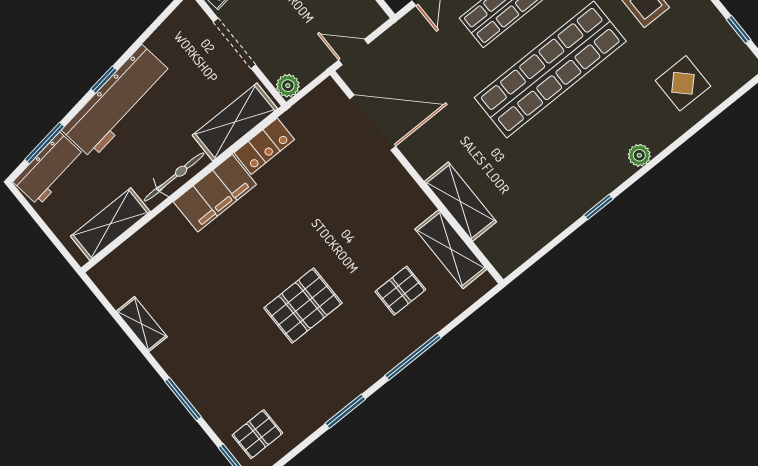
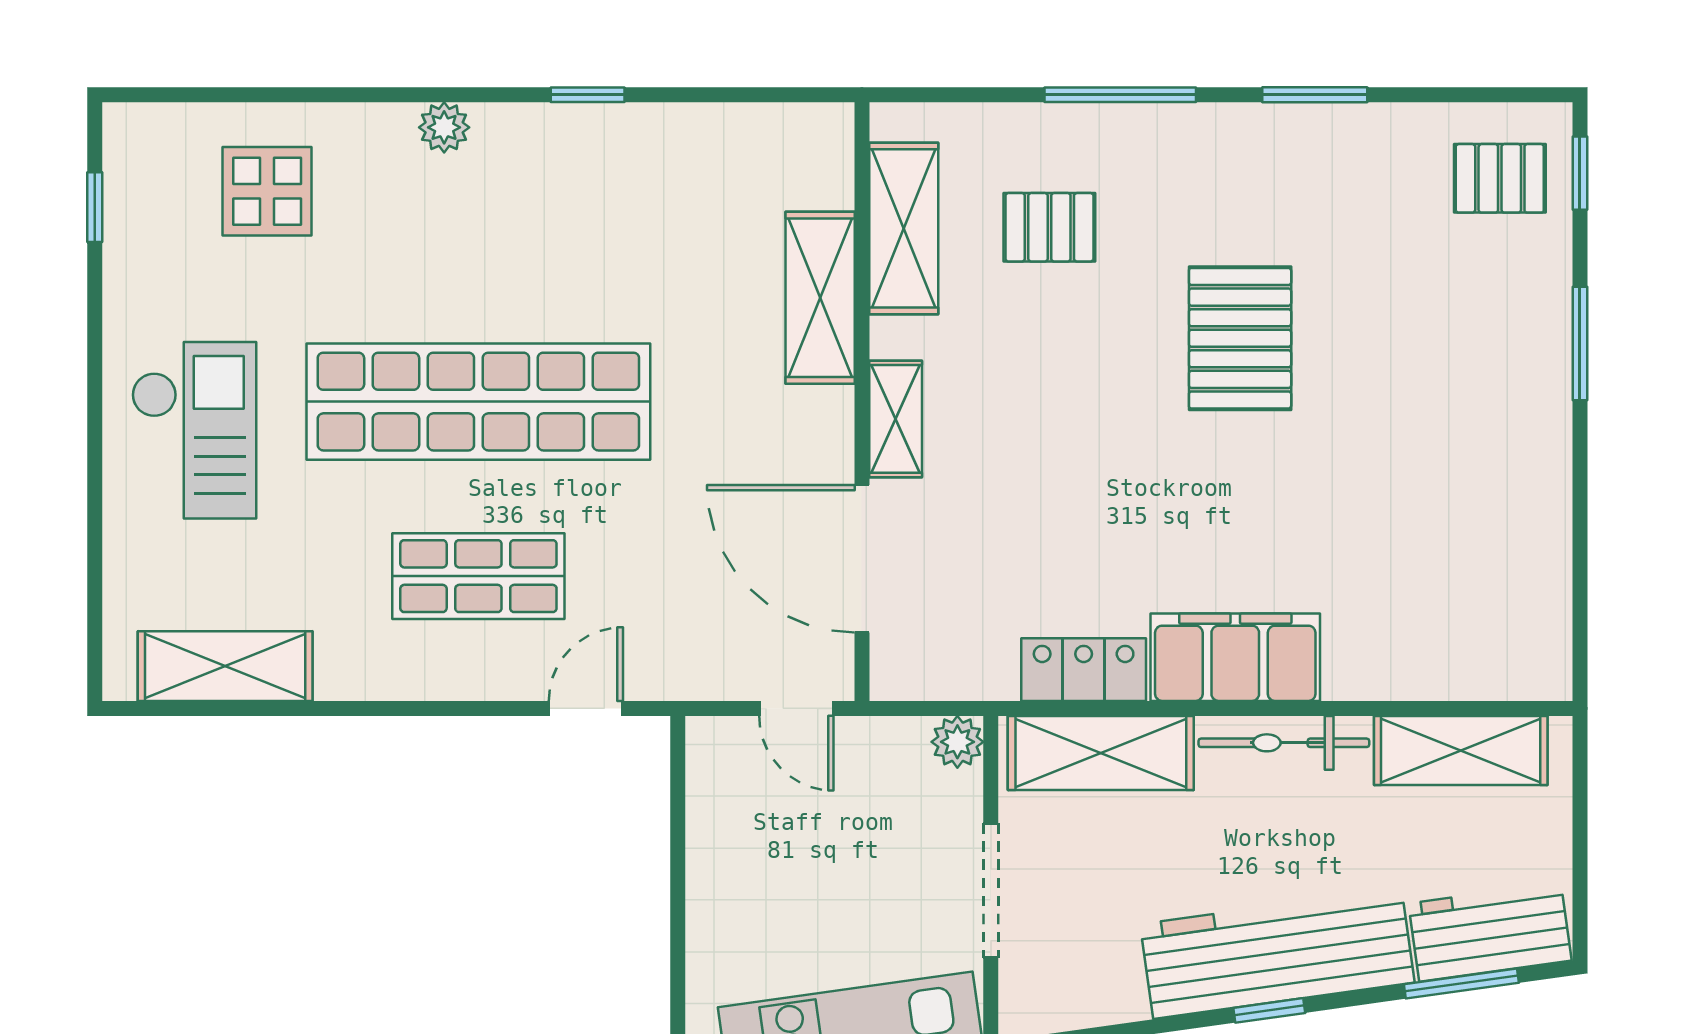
pallet: (303, 305) -> (1240, 338), turned 90
shelving: (142, 324) -> (896, 419), moved

